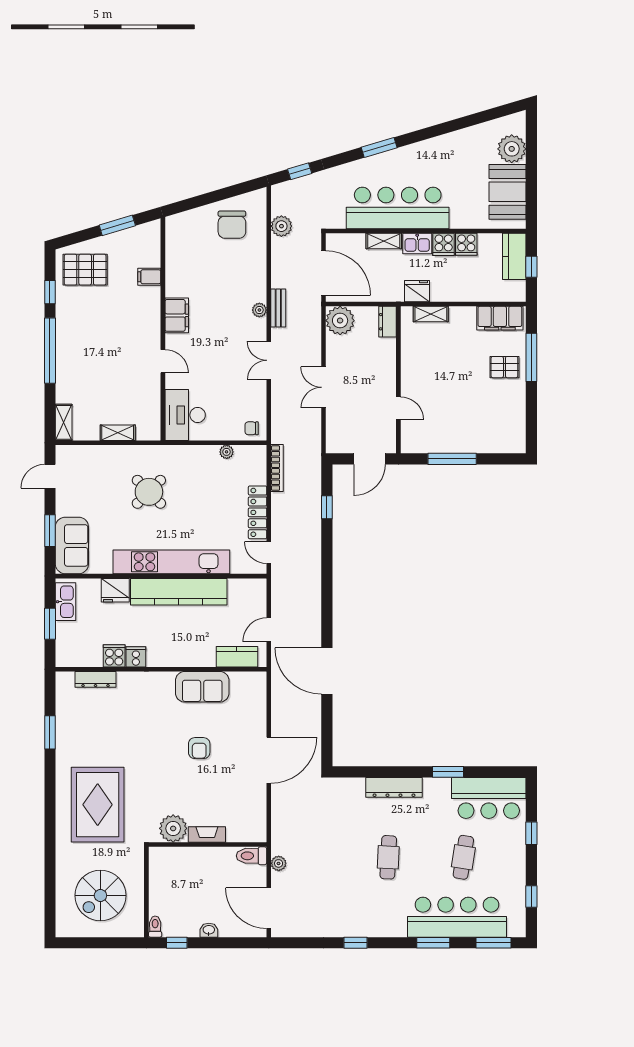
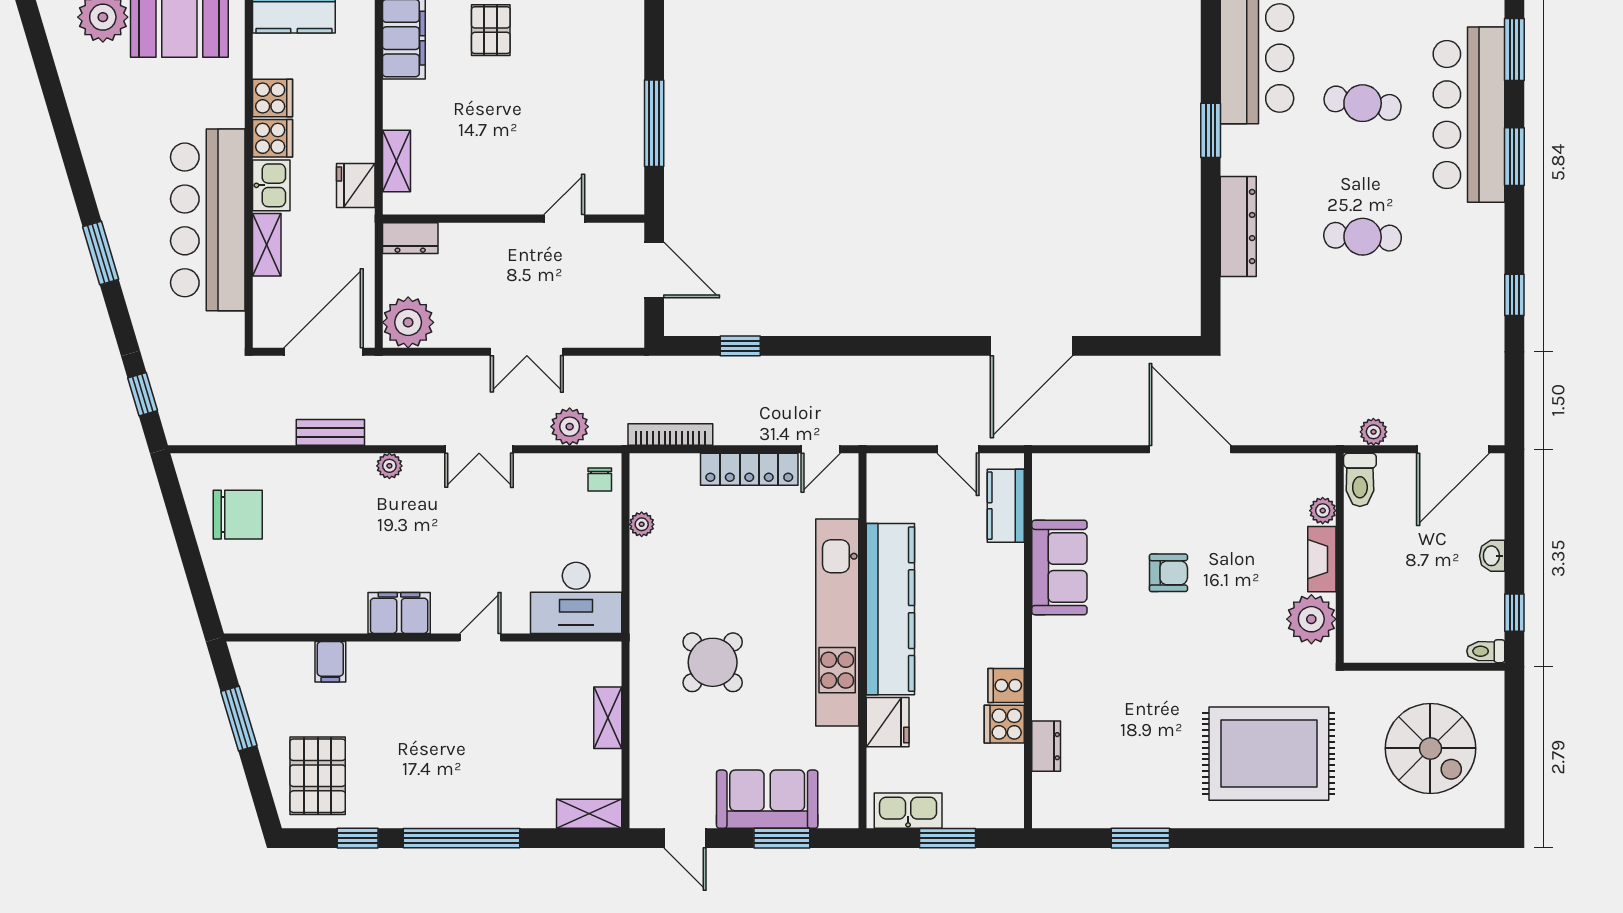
plant: (281, 226) -> (570, 427), moved
bench: (278, 308) -> (330, 432), moved
sofa: (72, 545) -> (767, 799), moved
dresser: (96, 679) -> (1046, 746), width x0.70
plant: (234, 835) -> (1323, 511), added

